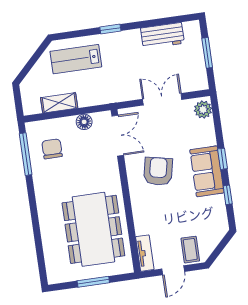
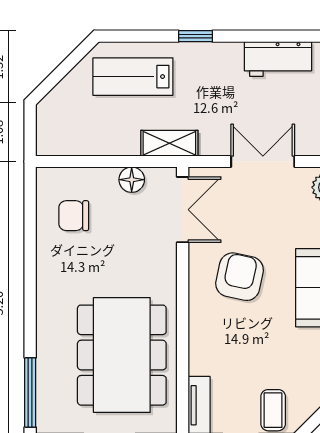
shelving: (59, 103) -> (169, 143), moved
chair: (52, 149) -> (74, 216), turned -90
window: (26, 154) -> (30, 393), moved

